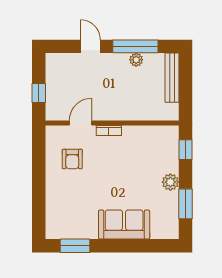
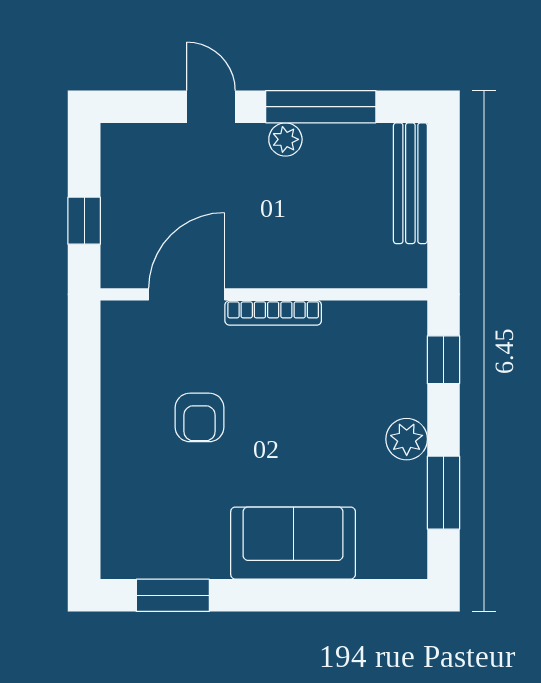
plant: (136, 60) -> (285, 139), moved
door: (81, 123) -> (187, 294), width x1.38
bookcase: (109, 131) -> (273, 313), width x1.56
armchair: (72, 159) -> (200, 417), moved

